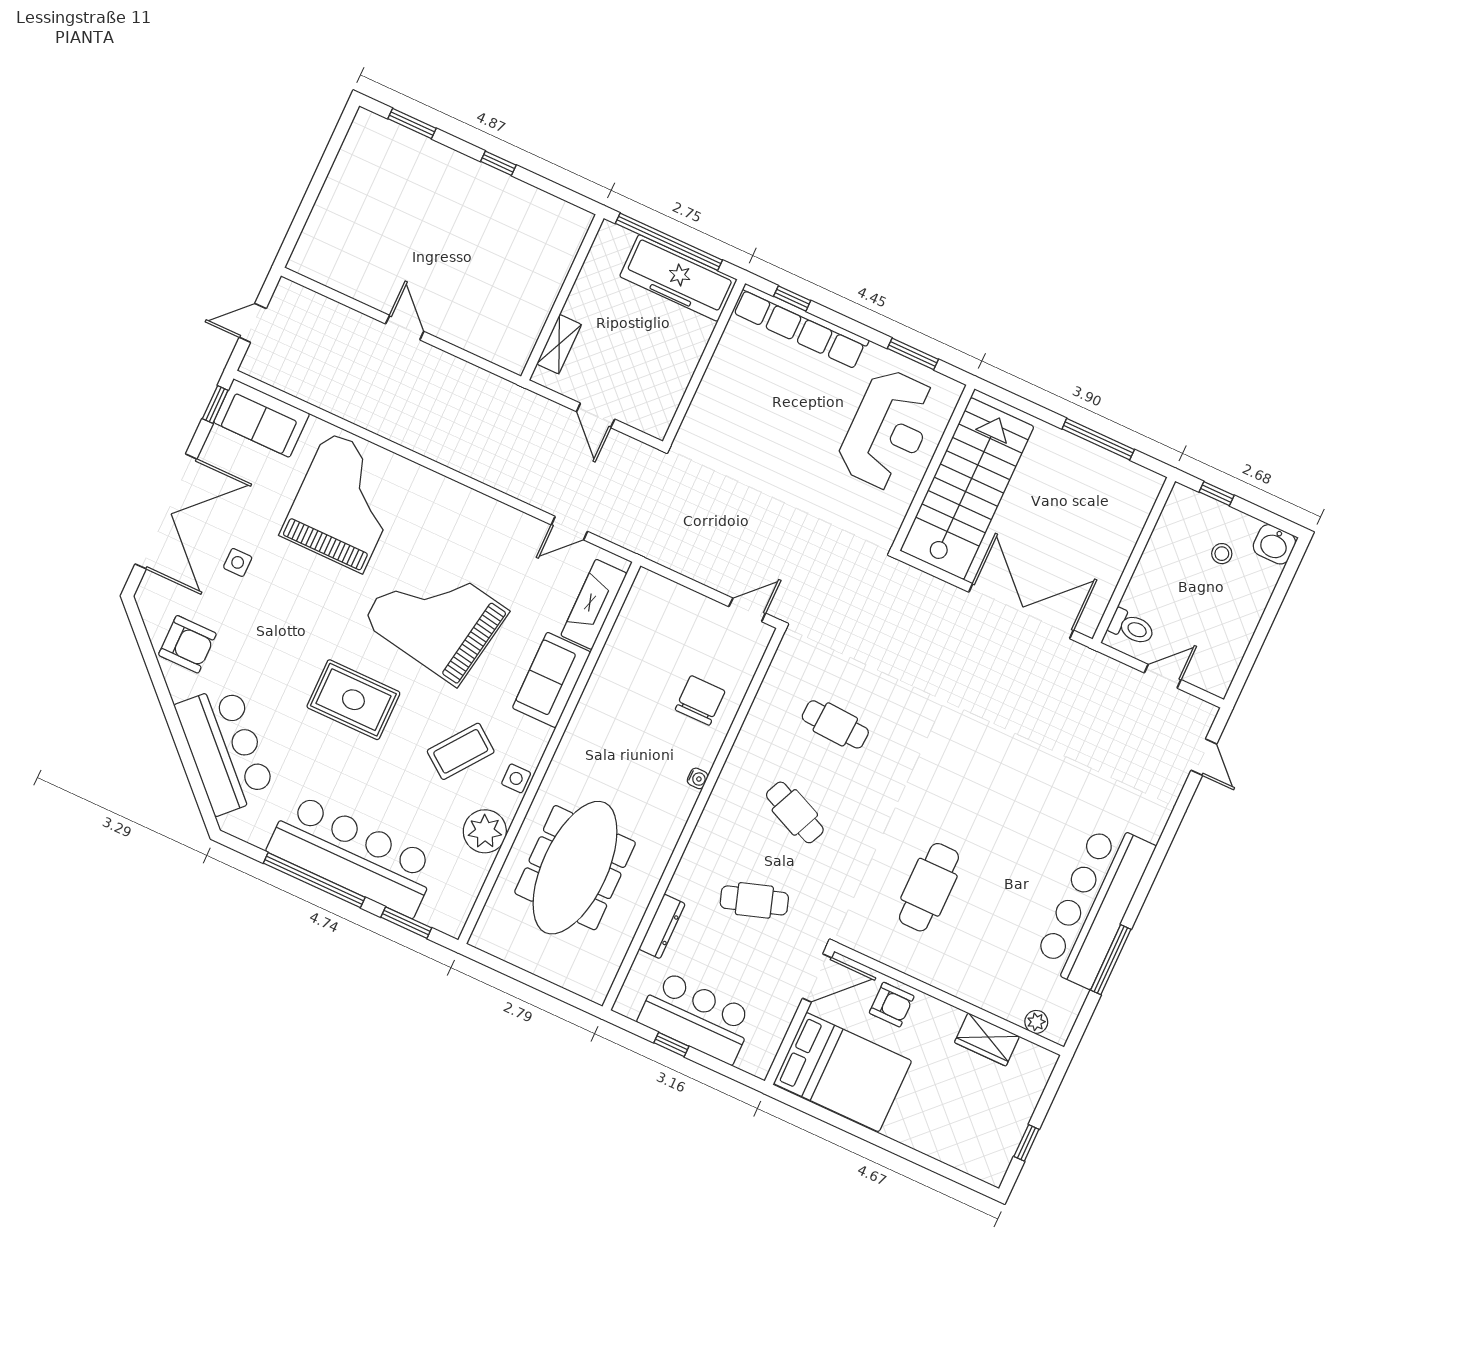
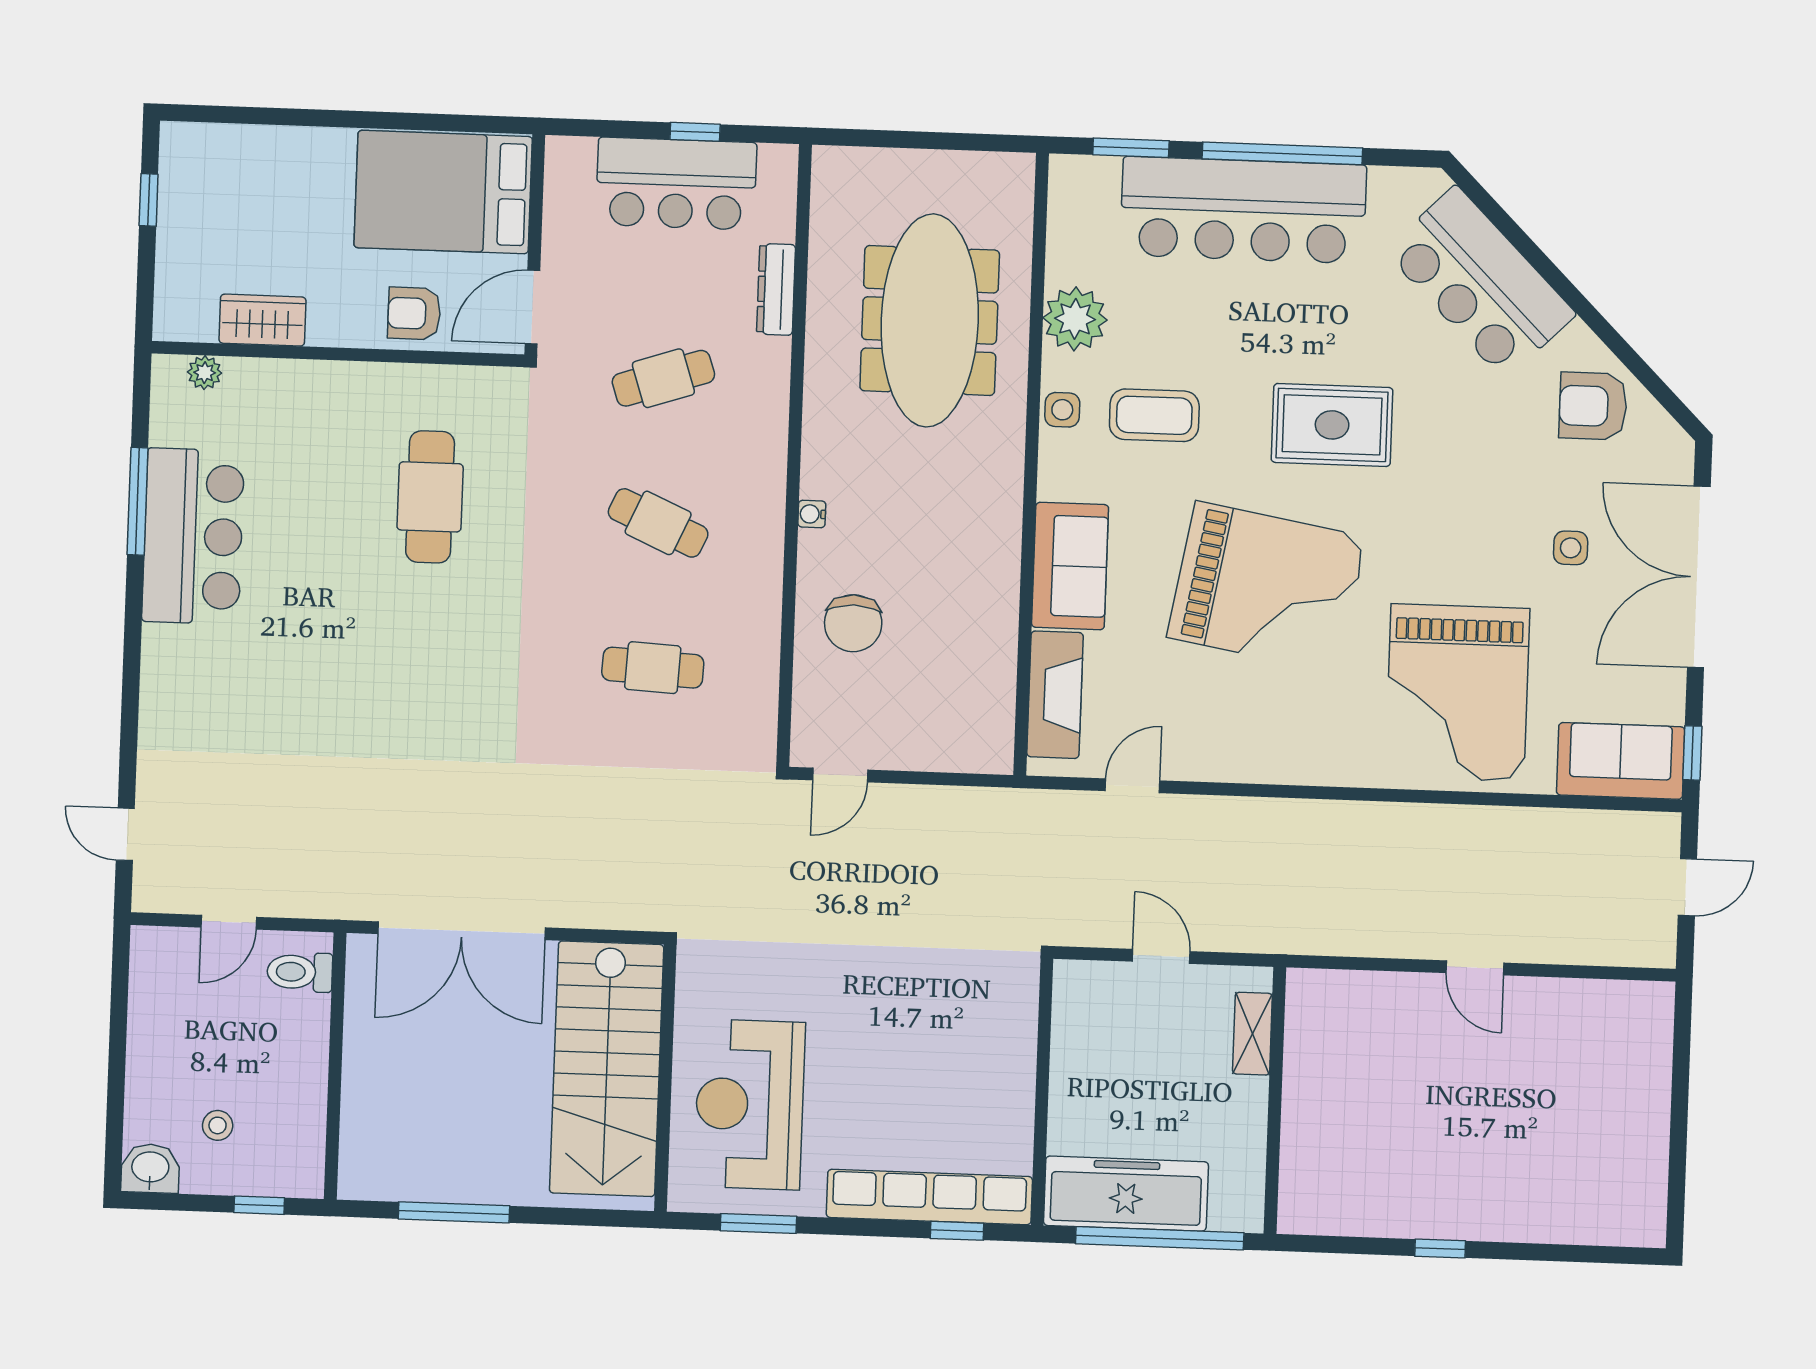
window: (412, 124) -> (1582, 1254), removed
coffee table: (461, 751) -> (1154, 415), turned 53
bar counter: (1094, 905) -> (193, 536), width x0.73

